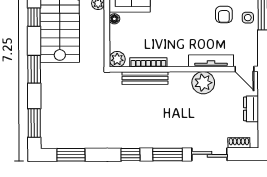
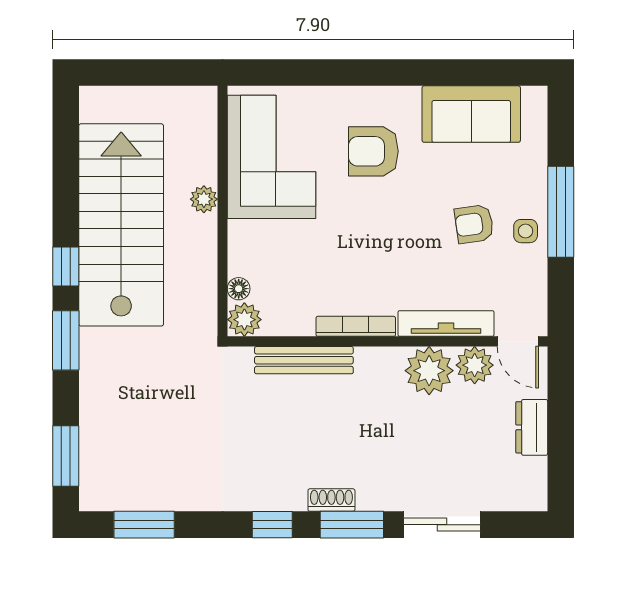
armchair: (224, 14) -> (474, 224), turned 82
window: (34, 17) -> (66, 267), moved
floor lamp: (114, 19) -> (239, 289), moved
bookcase: (148, 62) -> (356, 326), moved
plant: (224, 80) -> (475, 365), added
shoe rack: (239, 143) -> (331, 500), moved

